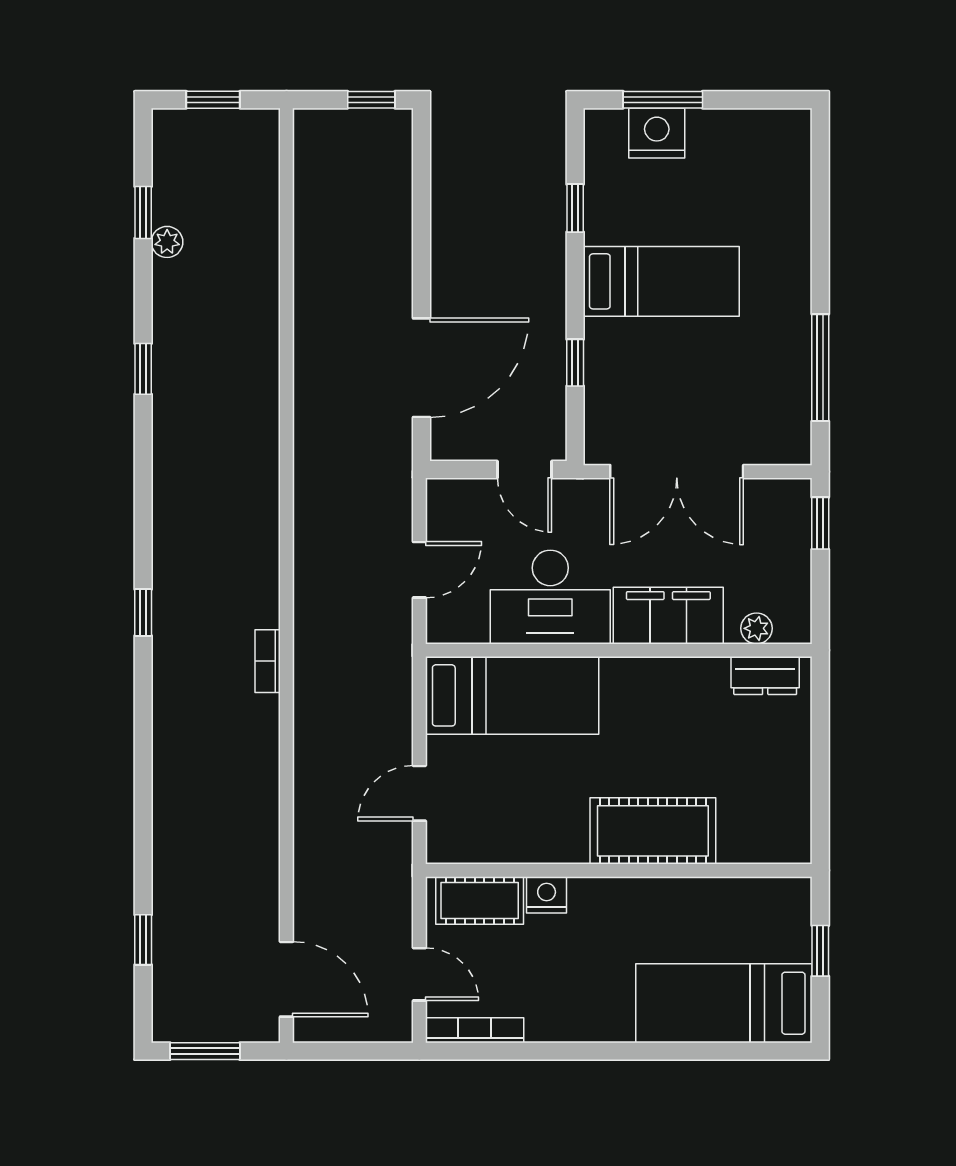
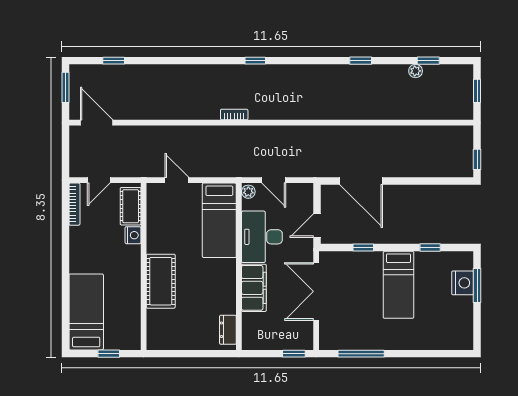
plant: (756, 628) -> (248, 192), moved
door: (286, 979) -> (97, 123), swing flipped

